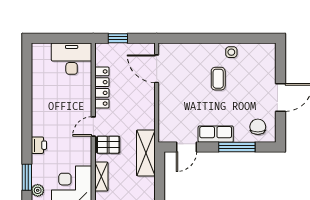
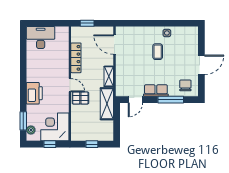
desk: (72, 59) -> (41, 38), moved
door: (93, 126) -> (70, 85), swing flipped
printer: (39, 145) -> (34, 93), width x1.87, depth x1.48
shelving: (101, 176) -> (109, 76), moved

